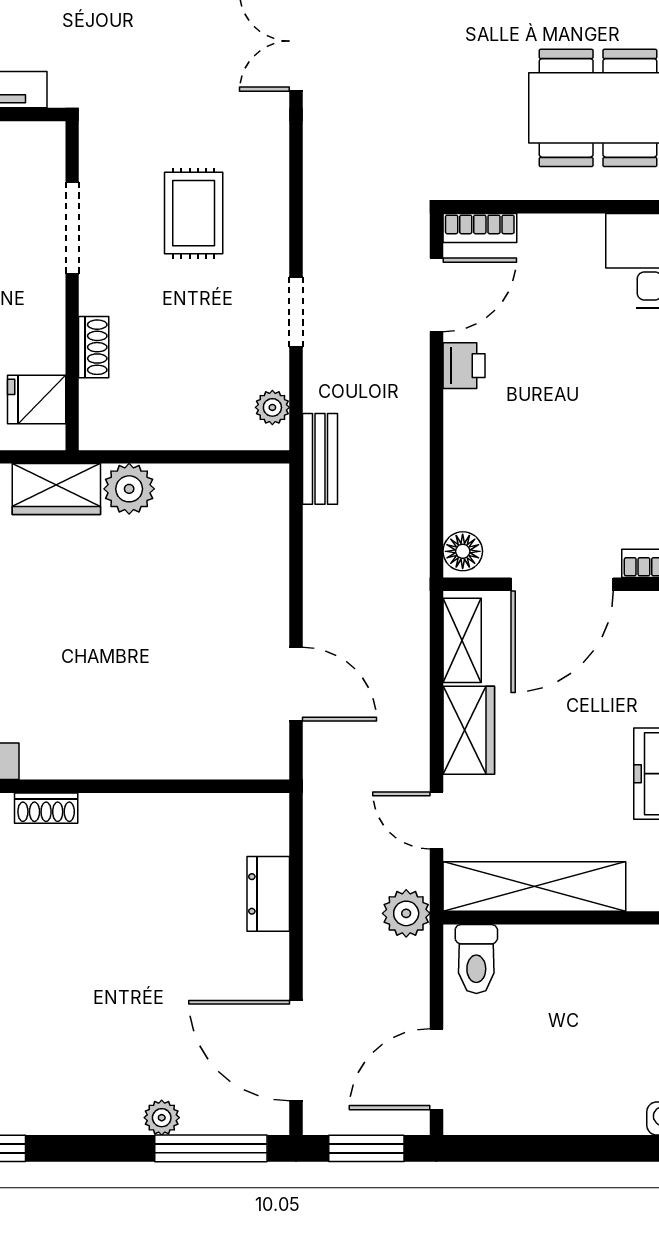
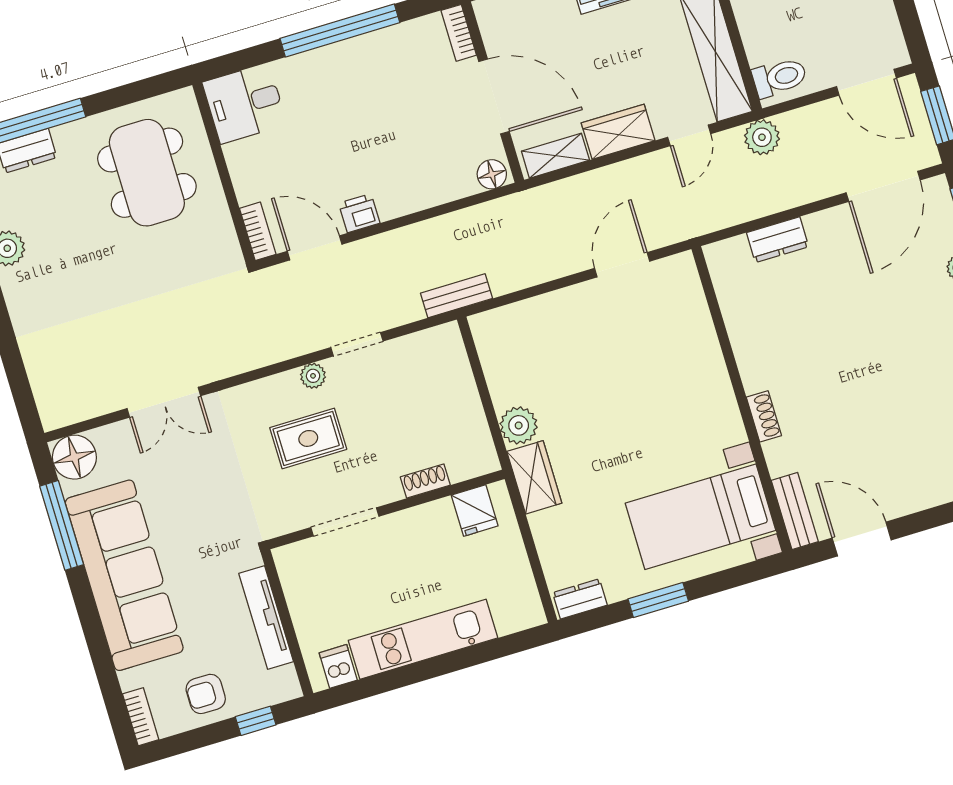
plant: (272, 407) -> (313, 376), moved

